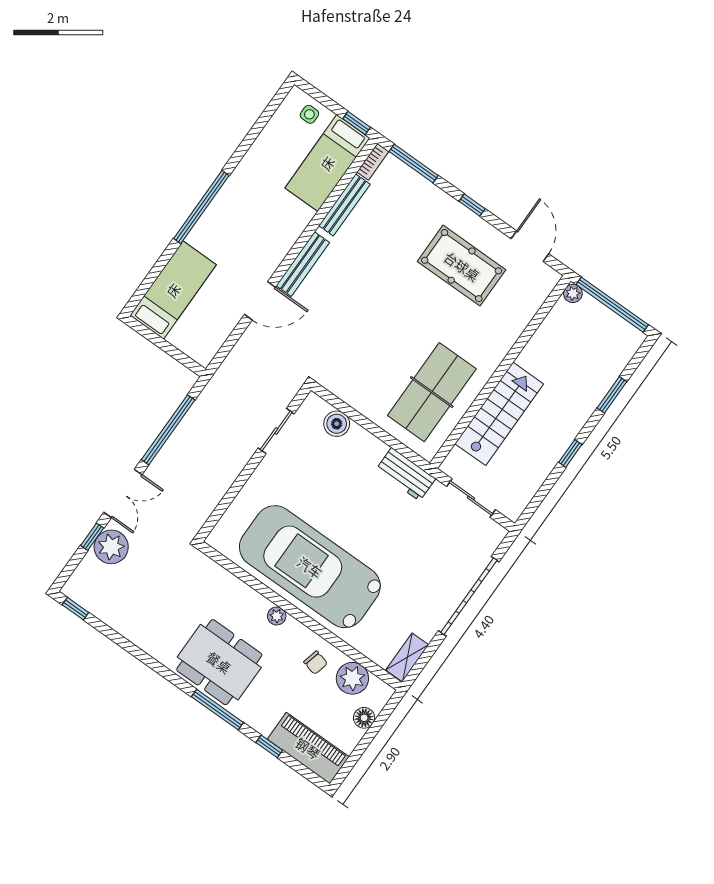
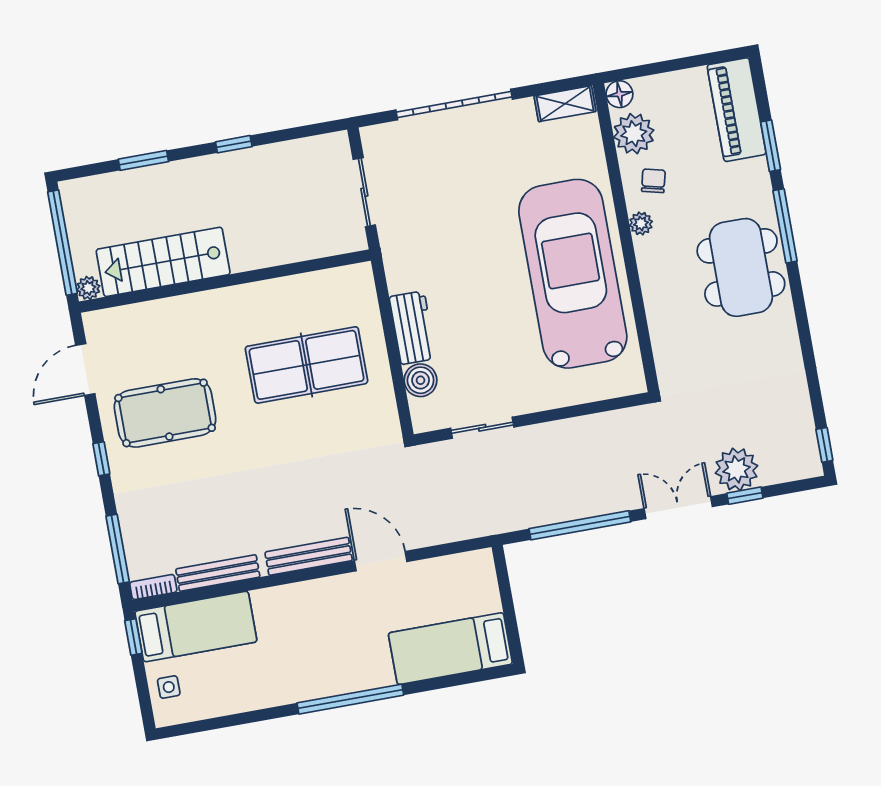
pool table: (462, 266) -> (165, 413), turned 90
table tennis table: (432, 392) -> (306, 365), moved
stairs: (499, 414) -> (163, 262), moved
workbench: (406, 474) -> (413, 328), moved
car: (310, 567) -> (573, 274), turned 180
plant: (277, 616) -> (641, 223), moved
floor lamp: (364, 718) -> (619, 94), moved
window: (269, 746) -> (771, 146), width x1.50

